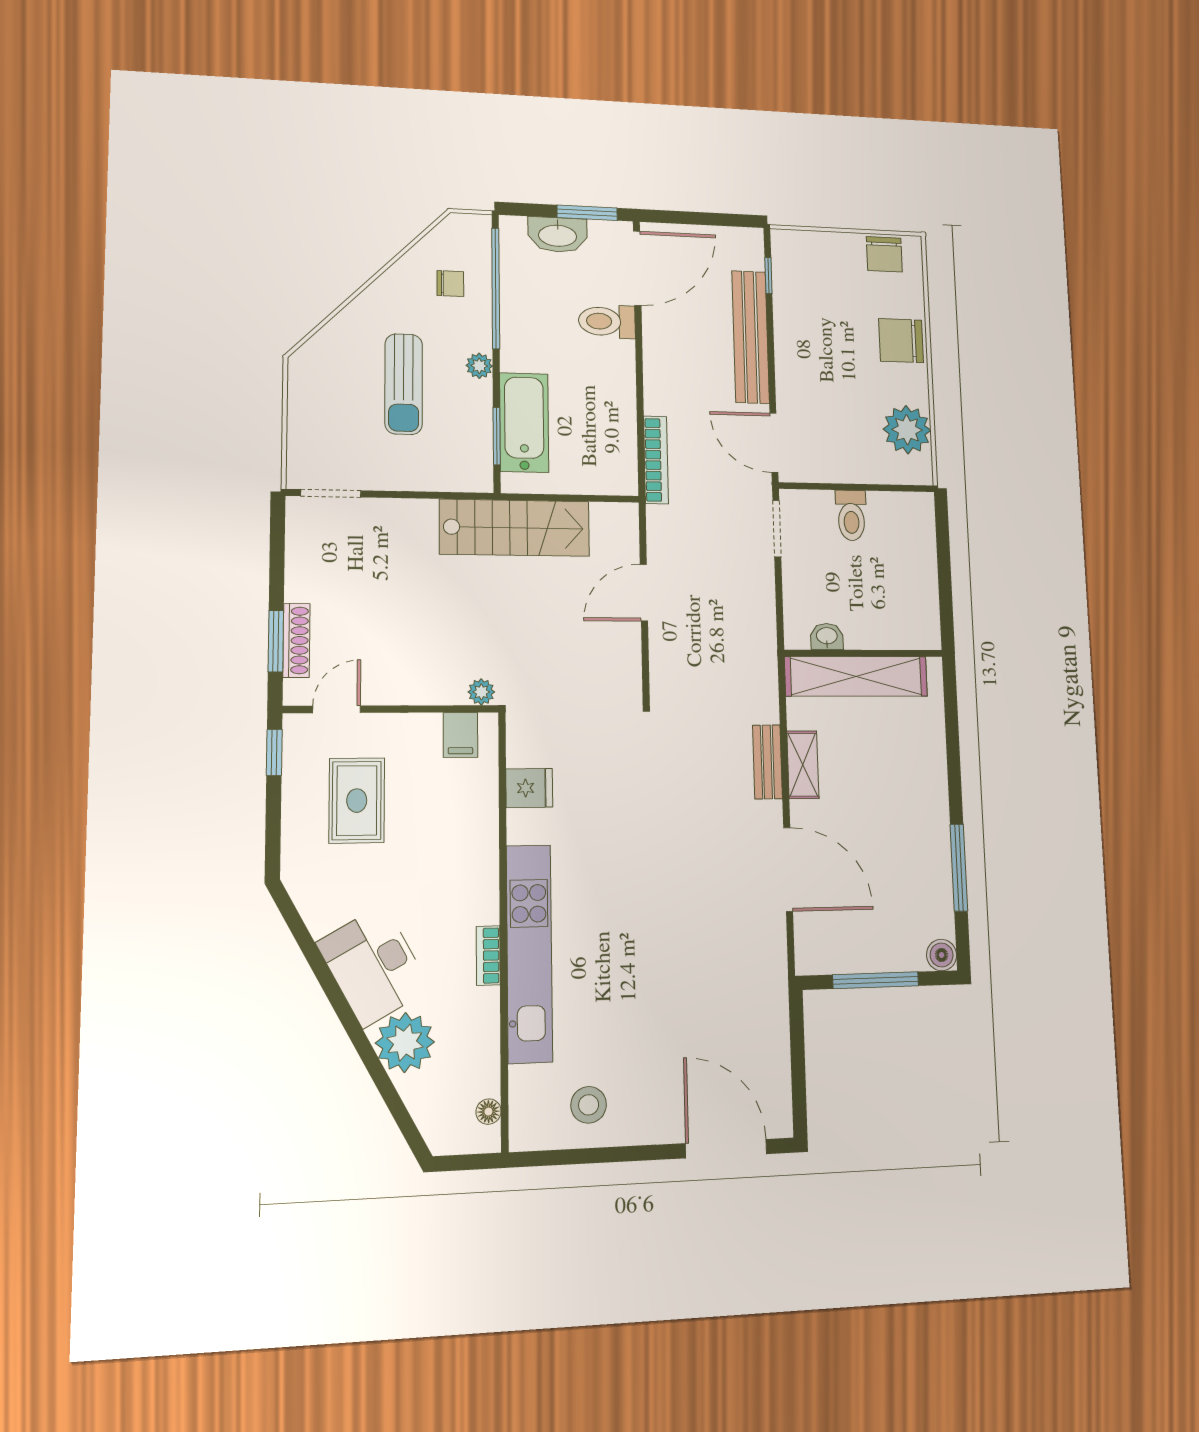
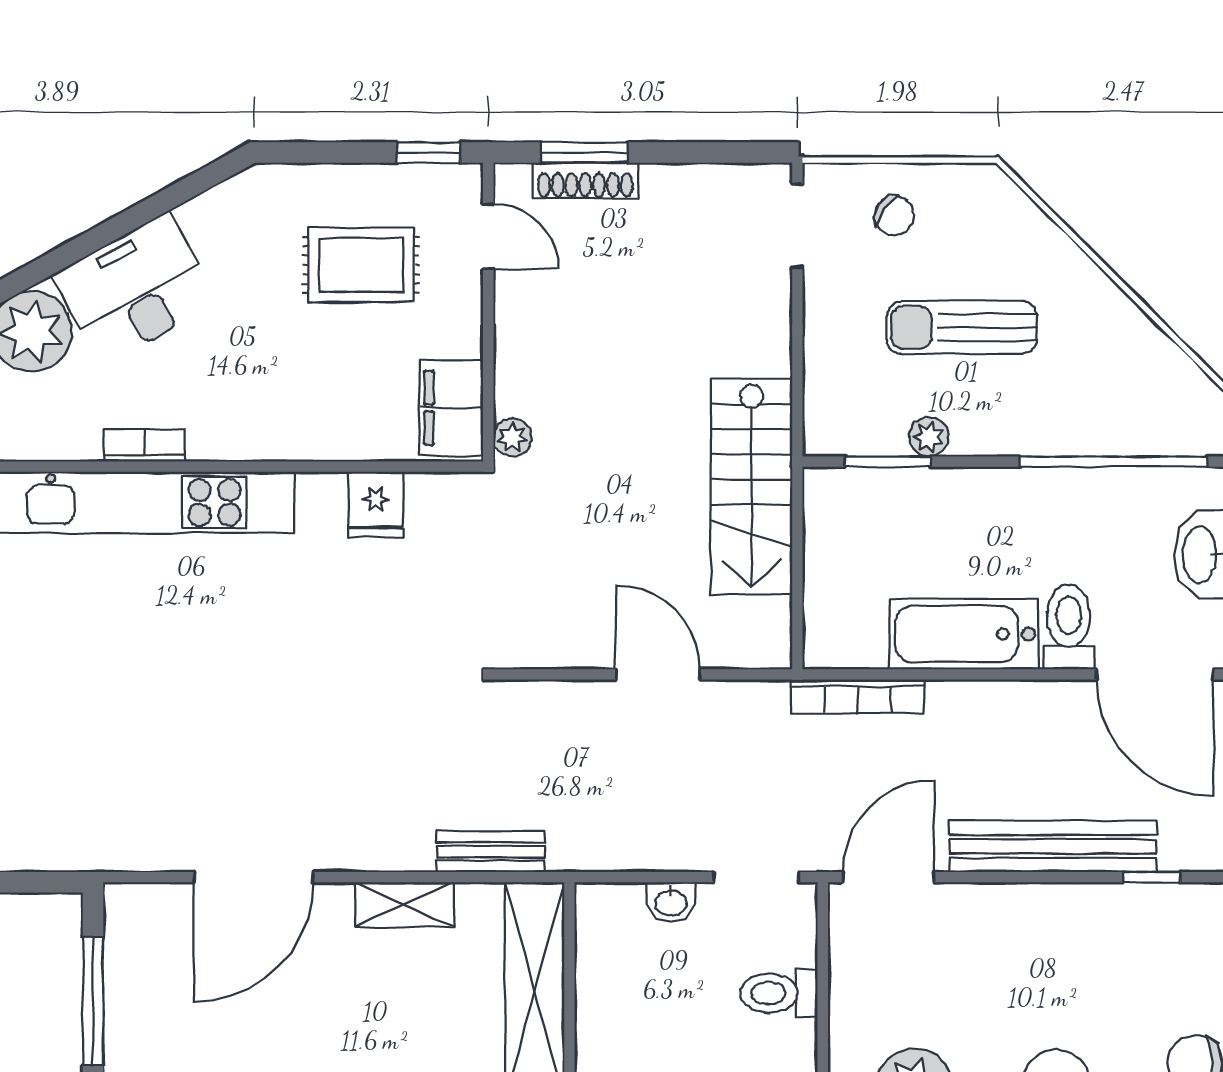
chair: (450, 284) -> (895, 216), moved, turned -55
plant: (479, 366) -> (929, 437), moved
bathtub: (524, 423) -> (964, 634), moved, turned 180
washbasin: (827, 636) -> (671, 902), moved, turned 90
filing cabinet: (460, 735) -> (451, 408), width x2.00
bench: (767, 762) -> (490, 852), moved

